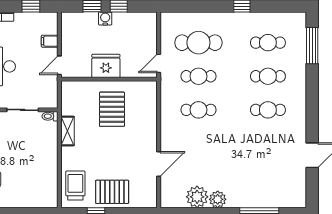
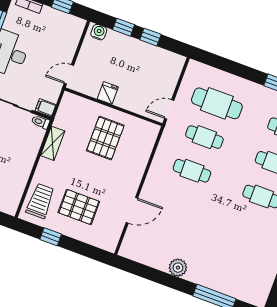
water cooler: (105, 18) -> (99, 32), moved
filing cabinet: (50, 41) -> (46, 108), moved
fridge: (106, 66) -> (108, 93), width x0.53, depth x0.75
pallet: (112, 192) -> (79, 207), moved
plant: (197, 197) -> (158, 257), removed

